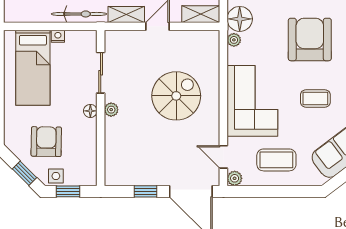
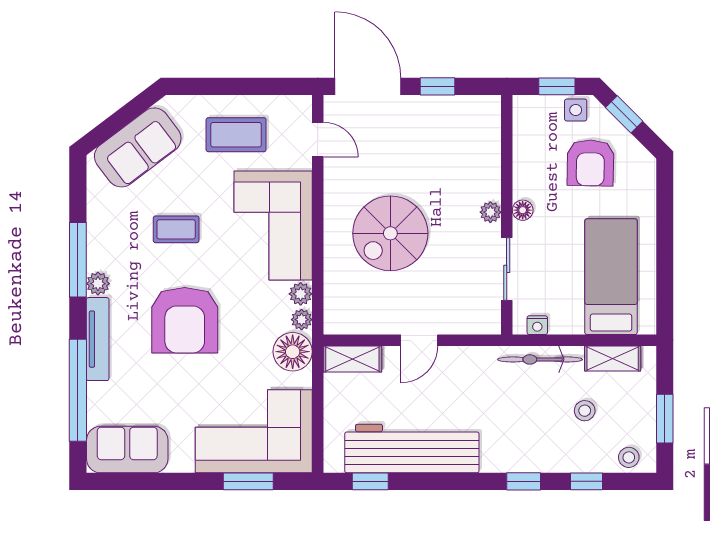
shelving: (126, 15) -> (613, 359), moved
nightstand: (58, 36) -> (537, 325), moved
plant: (235, 178) -> (301, 294), moved

